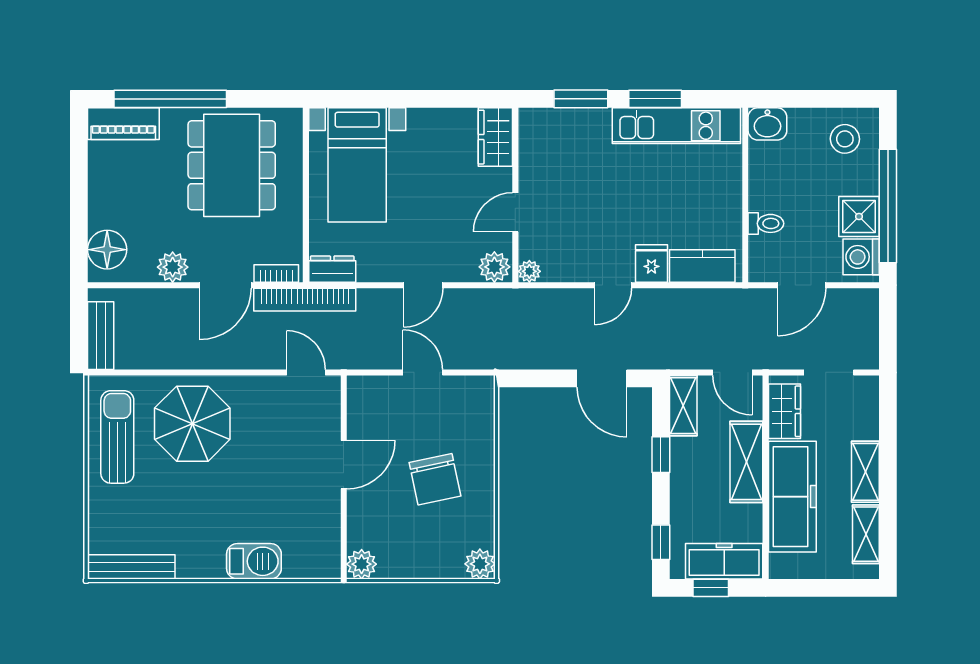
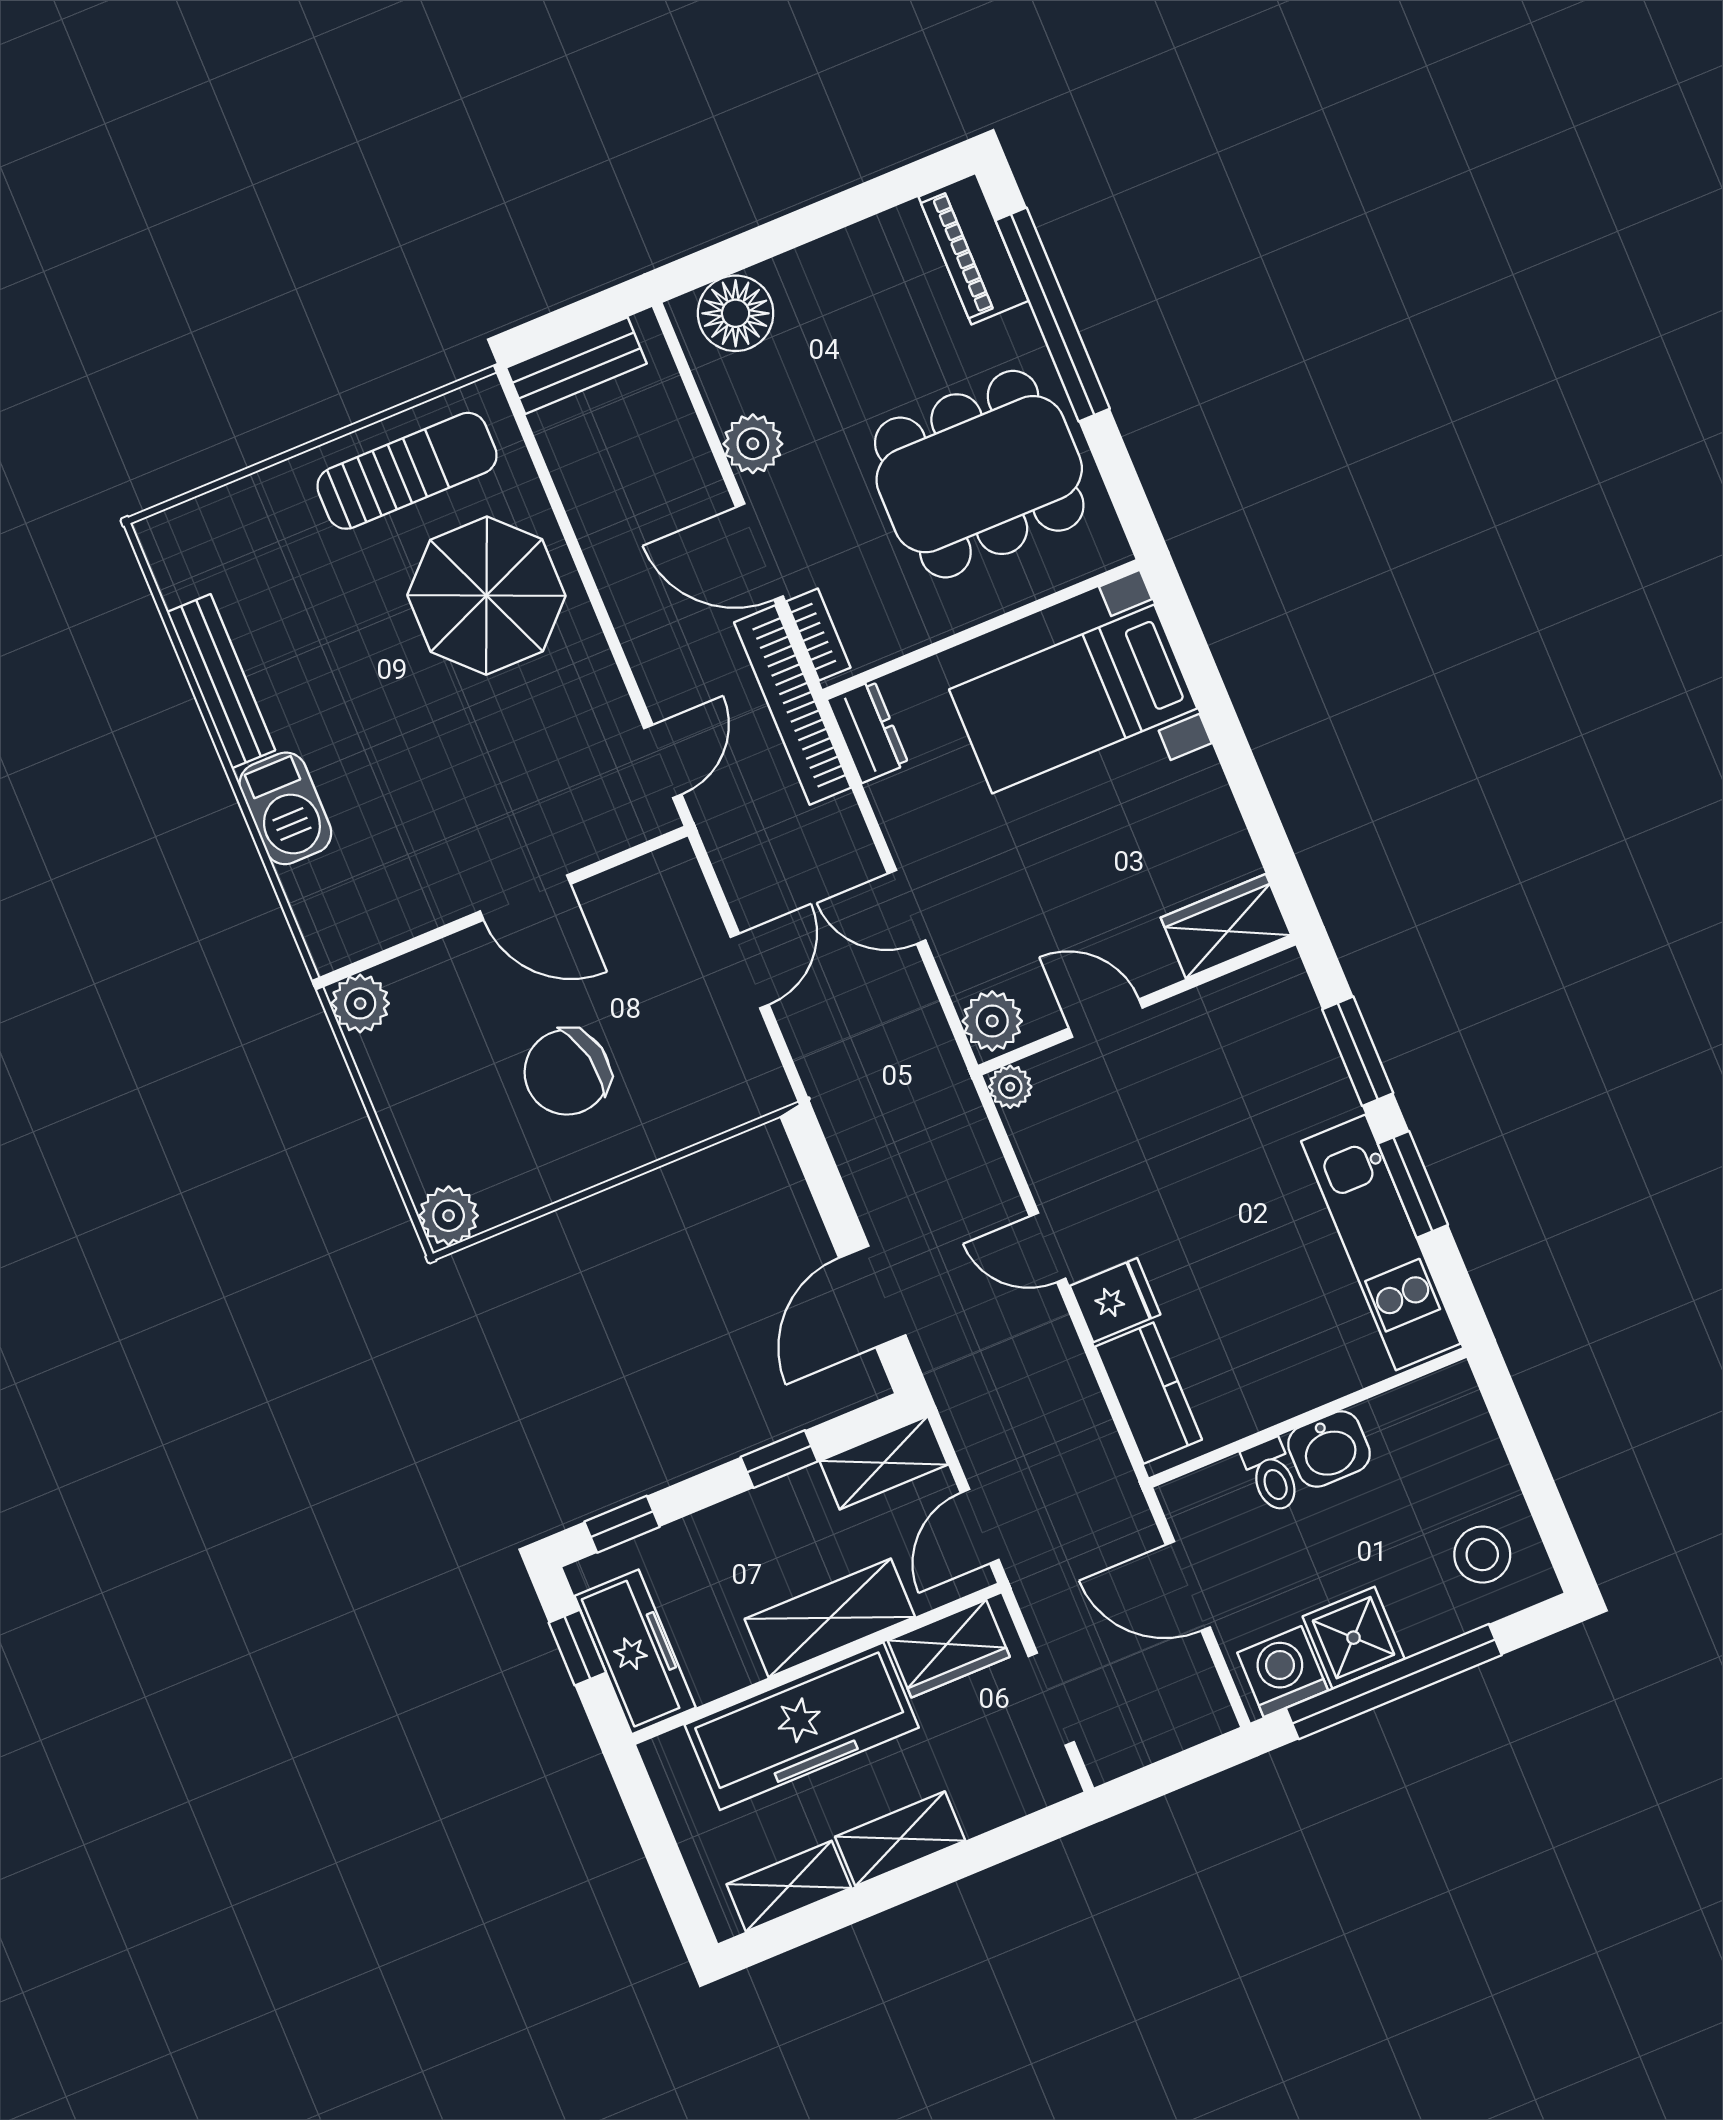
washbasin: (767, 124) -> (1329, 1449), moved, turned -90
bench: (131, 567) -> (221, 681), moved

